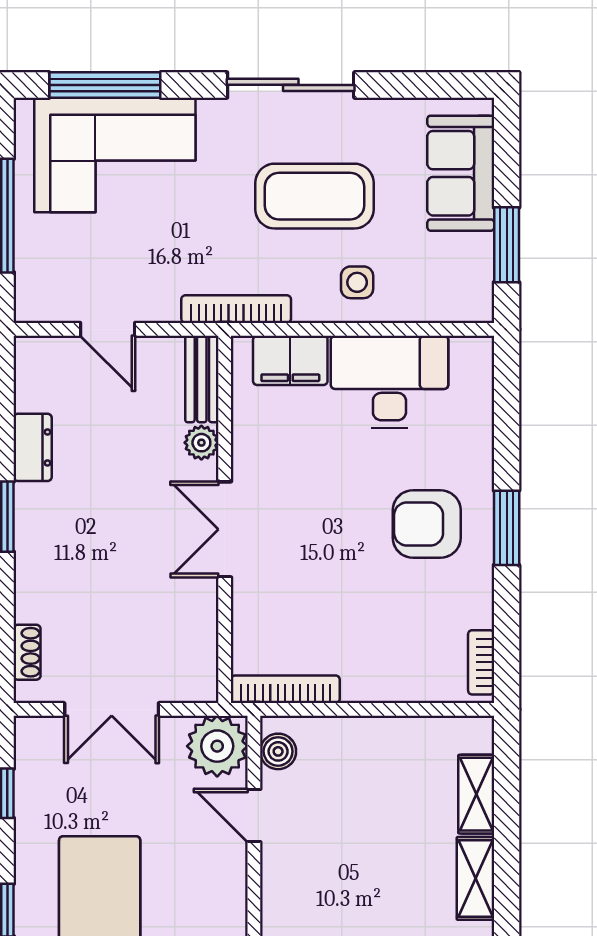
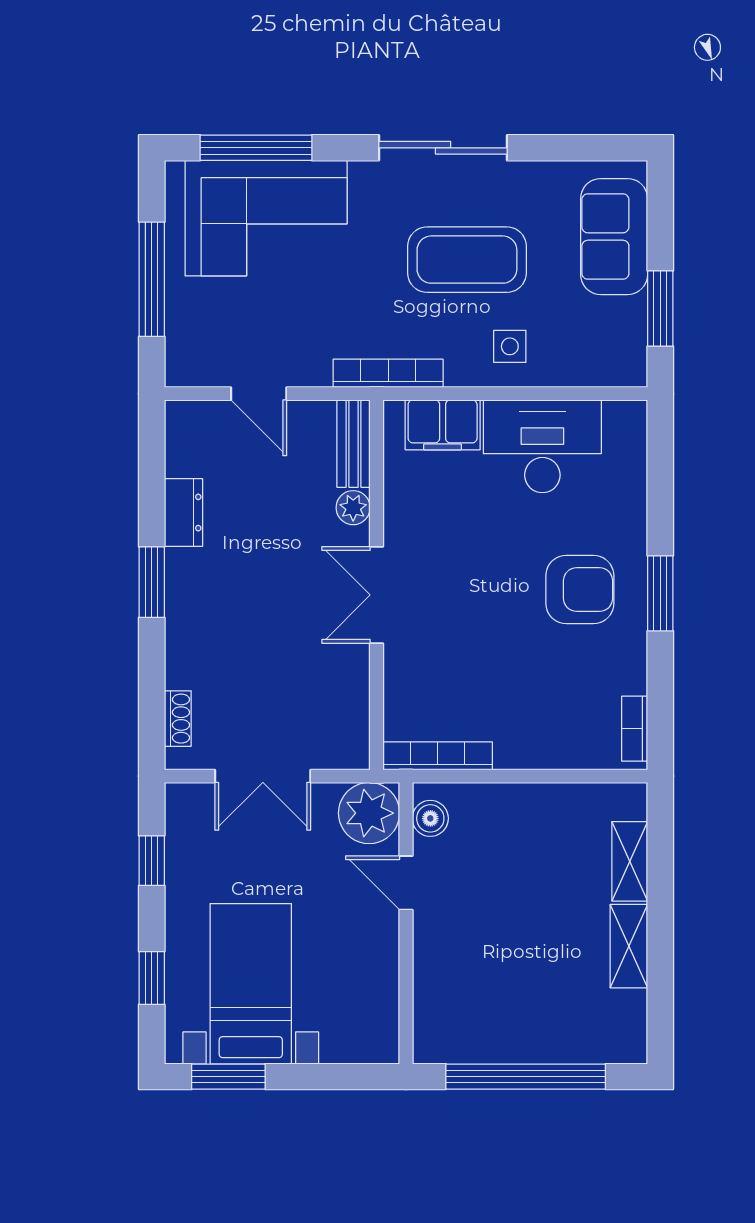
armchair: (427, 524) -> (580, 590), turned 180

